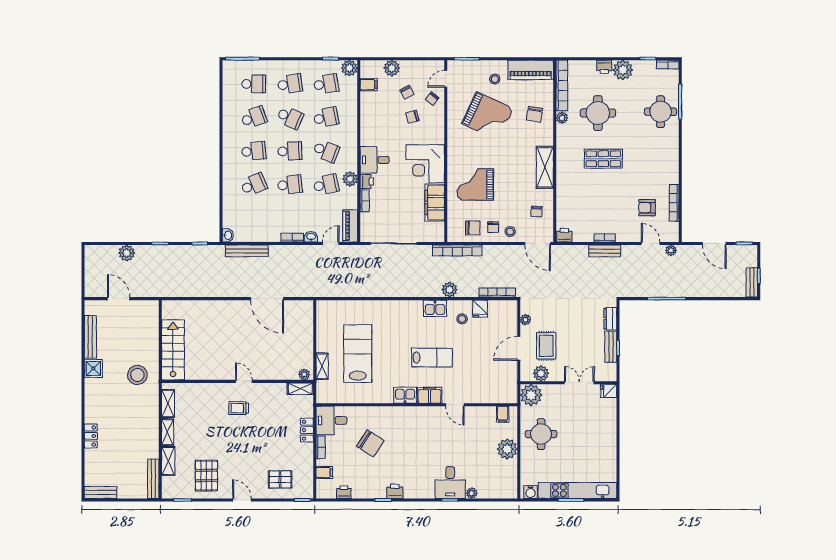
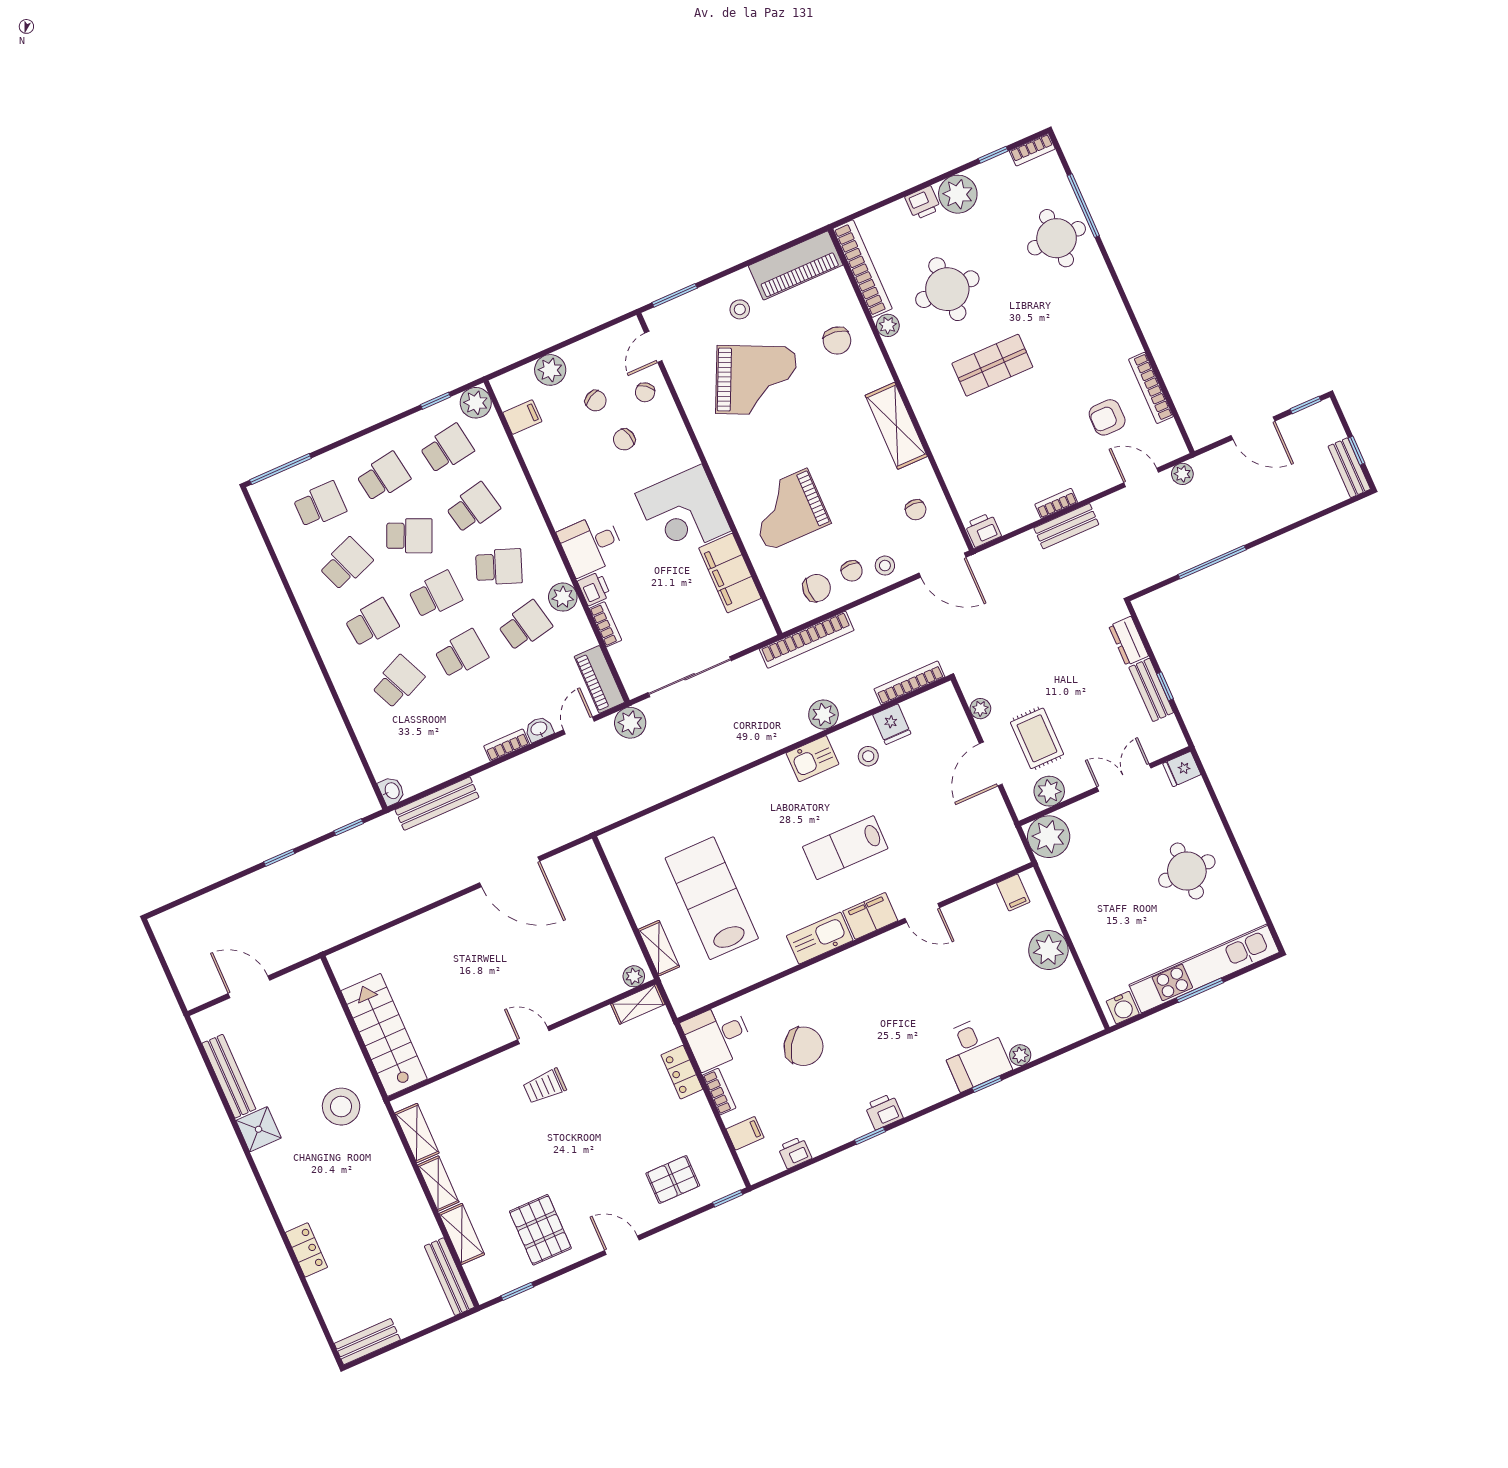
plant: (127, 253) -> (630, 723), moved
lab bench: (432, 358) -> (845, 848), turned 180
kitchen sink: (405, 395) -> (820, 938), width x1.38
round table: (541, 434) -> (1187, 871), moved

